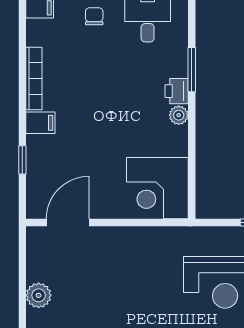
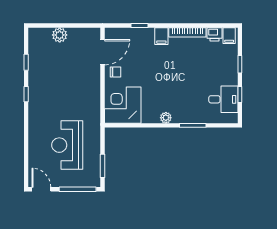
chair: (94, 16) -> (116, 72), moved
printer: (177, 91) -> (215, 34), moved, turned 180
door: (68, 222) -> (102, 52), hinge flipped

